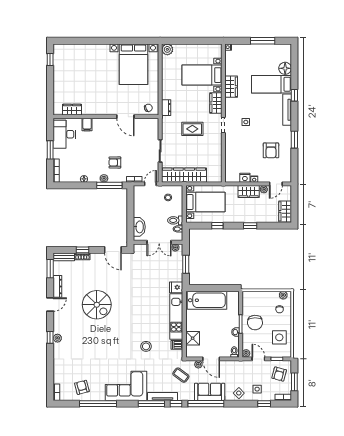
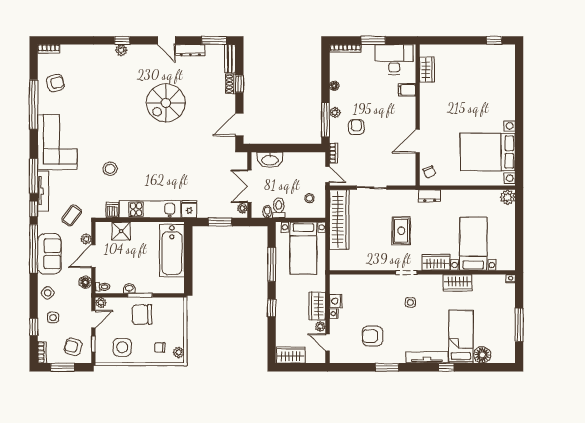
window: (217, 226) -> (272, 264), width x2.17
floor lamp: (231, 365) -> (85, 282), added

